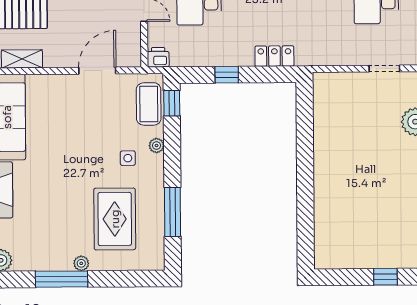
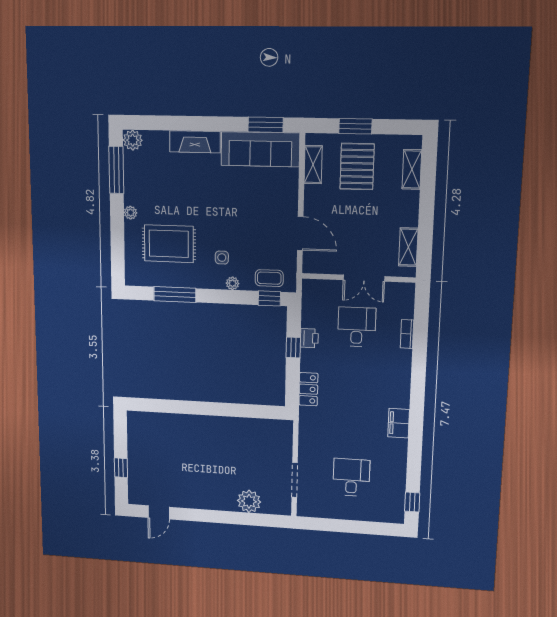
printer: (158, 57) -> (309, 338), moved
doorway: (384, 69) -> (295, 480), width x1.38
coffee table: (149, 104) -> (269, 278), width x0.73, depth x0.77
window: (61, 279) -> (116, 170), moved

